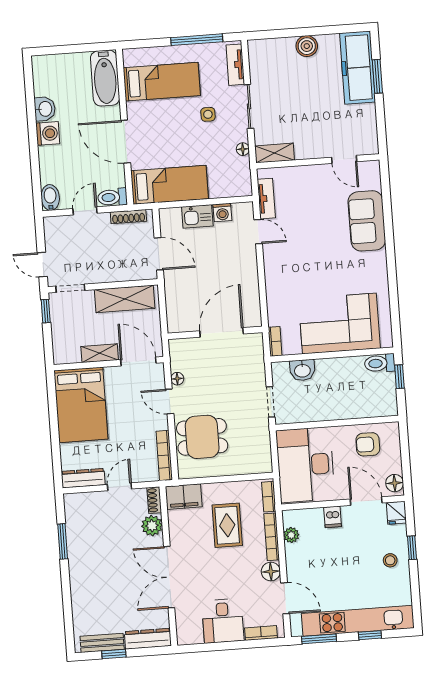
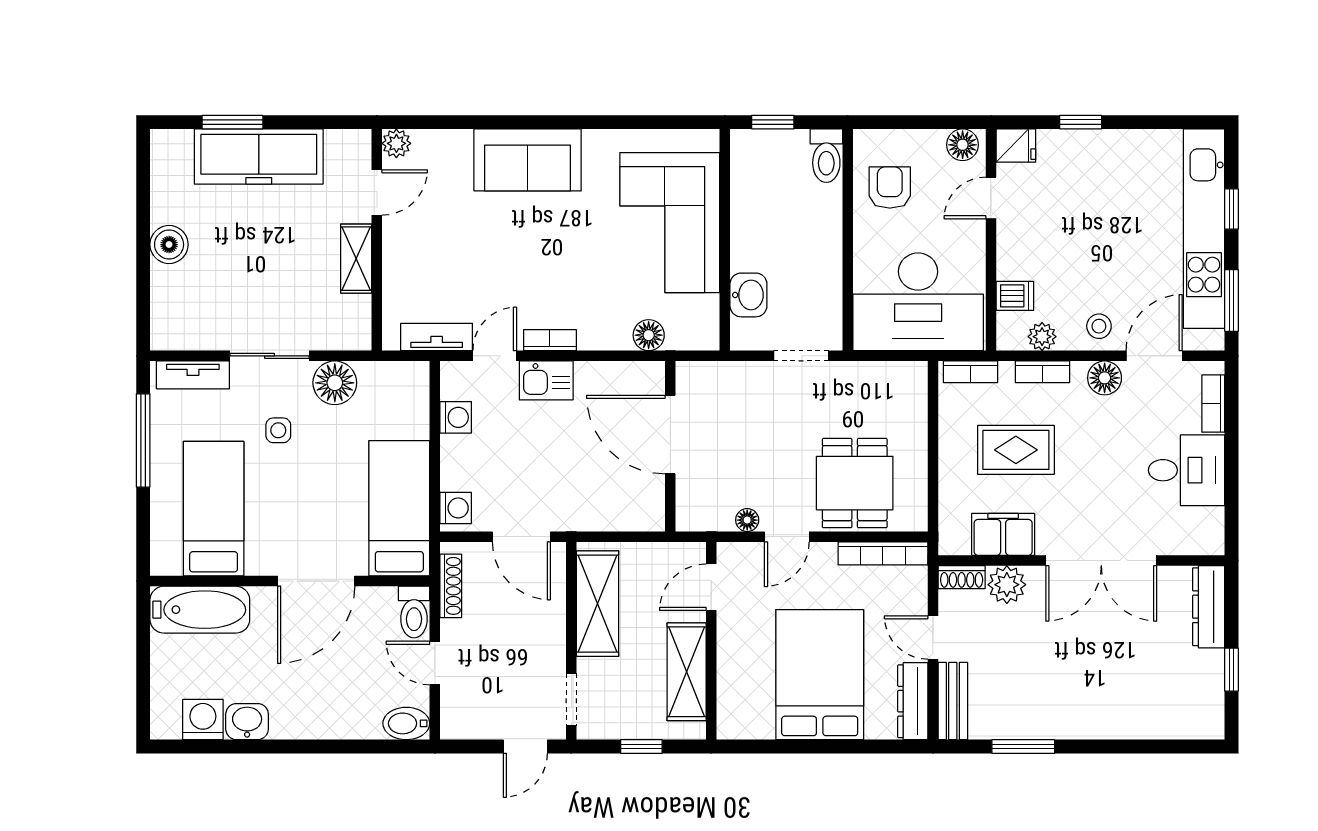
freezer: (357, 68) -> (259, 157), moved
washing machine: (48, 133) -> (203, 720), moved
floor lamp: (243, 149) -> (335, 383), width x1.89, depth x1.89
shelving: (275, 153) -> (356, 259), moved
plant: (372, 168) -> (396, 143), added
washing machine: (172, 216) -> (456, 508), added
kitchen sink: (197, 216) -> (546, 380), moved, turned 90
sofa: (367, 221) -> (528, 160), moved
door: (159, 254) -> (521, 537), swing flipped
window: (46, 311) -> (641, 746), moved
floor lamp: (276, 316) -> (649, 335), added
bookcase: (275, 341) -> (550, 340), moved
shelving: (100, 353) -> (687, 672), width x1.50, depth x1.33
door: (138, 361) -> (711, 587), width x0.73
toilet: (380, 363) -> (826, 156), moved
bed: (81, 405) -> (820, 675), moved, turned -90
armchair: (368, 444) -> (890, 188), turned 180
filing cabinet: (184, 497) -> (1003, 534), moved, turned -90
door: (366, 501) -> (991, 198), width x0.73
dishwasher: (333, 517) -> (1015, 296), moved
bookcase: (272, 537) -> (1043, 372), width x0.64
stool: (390, 560) -> (1099, 326), moved
bench: (102, 643) -> (953, 701), moved

